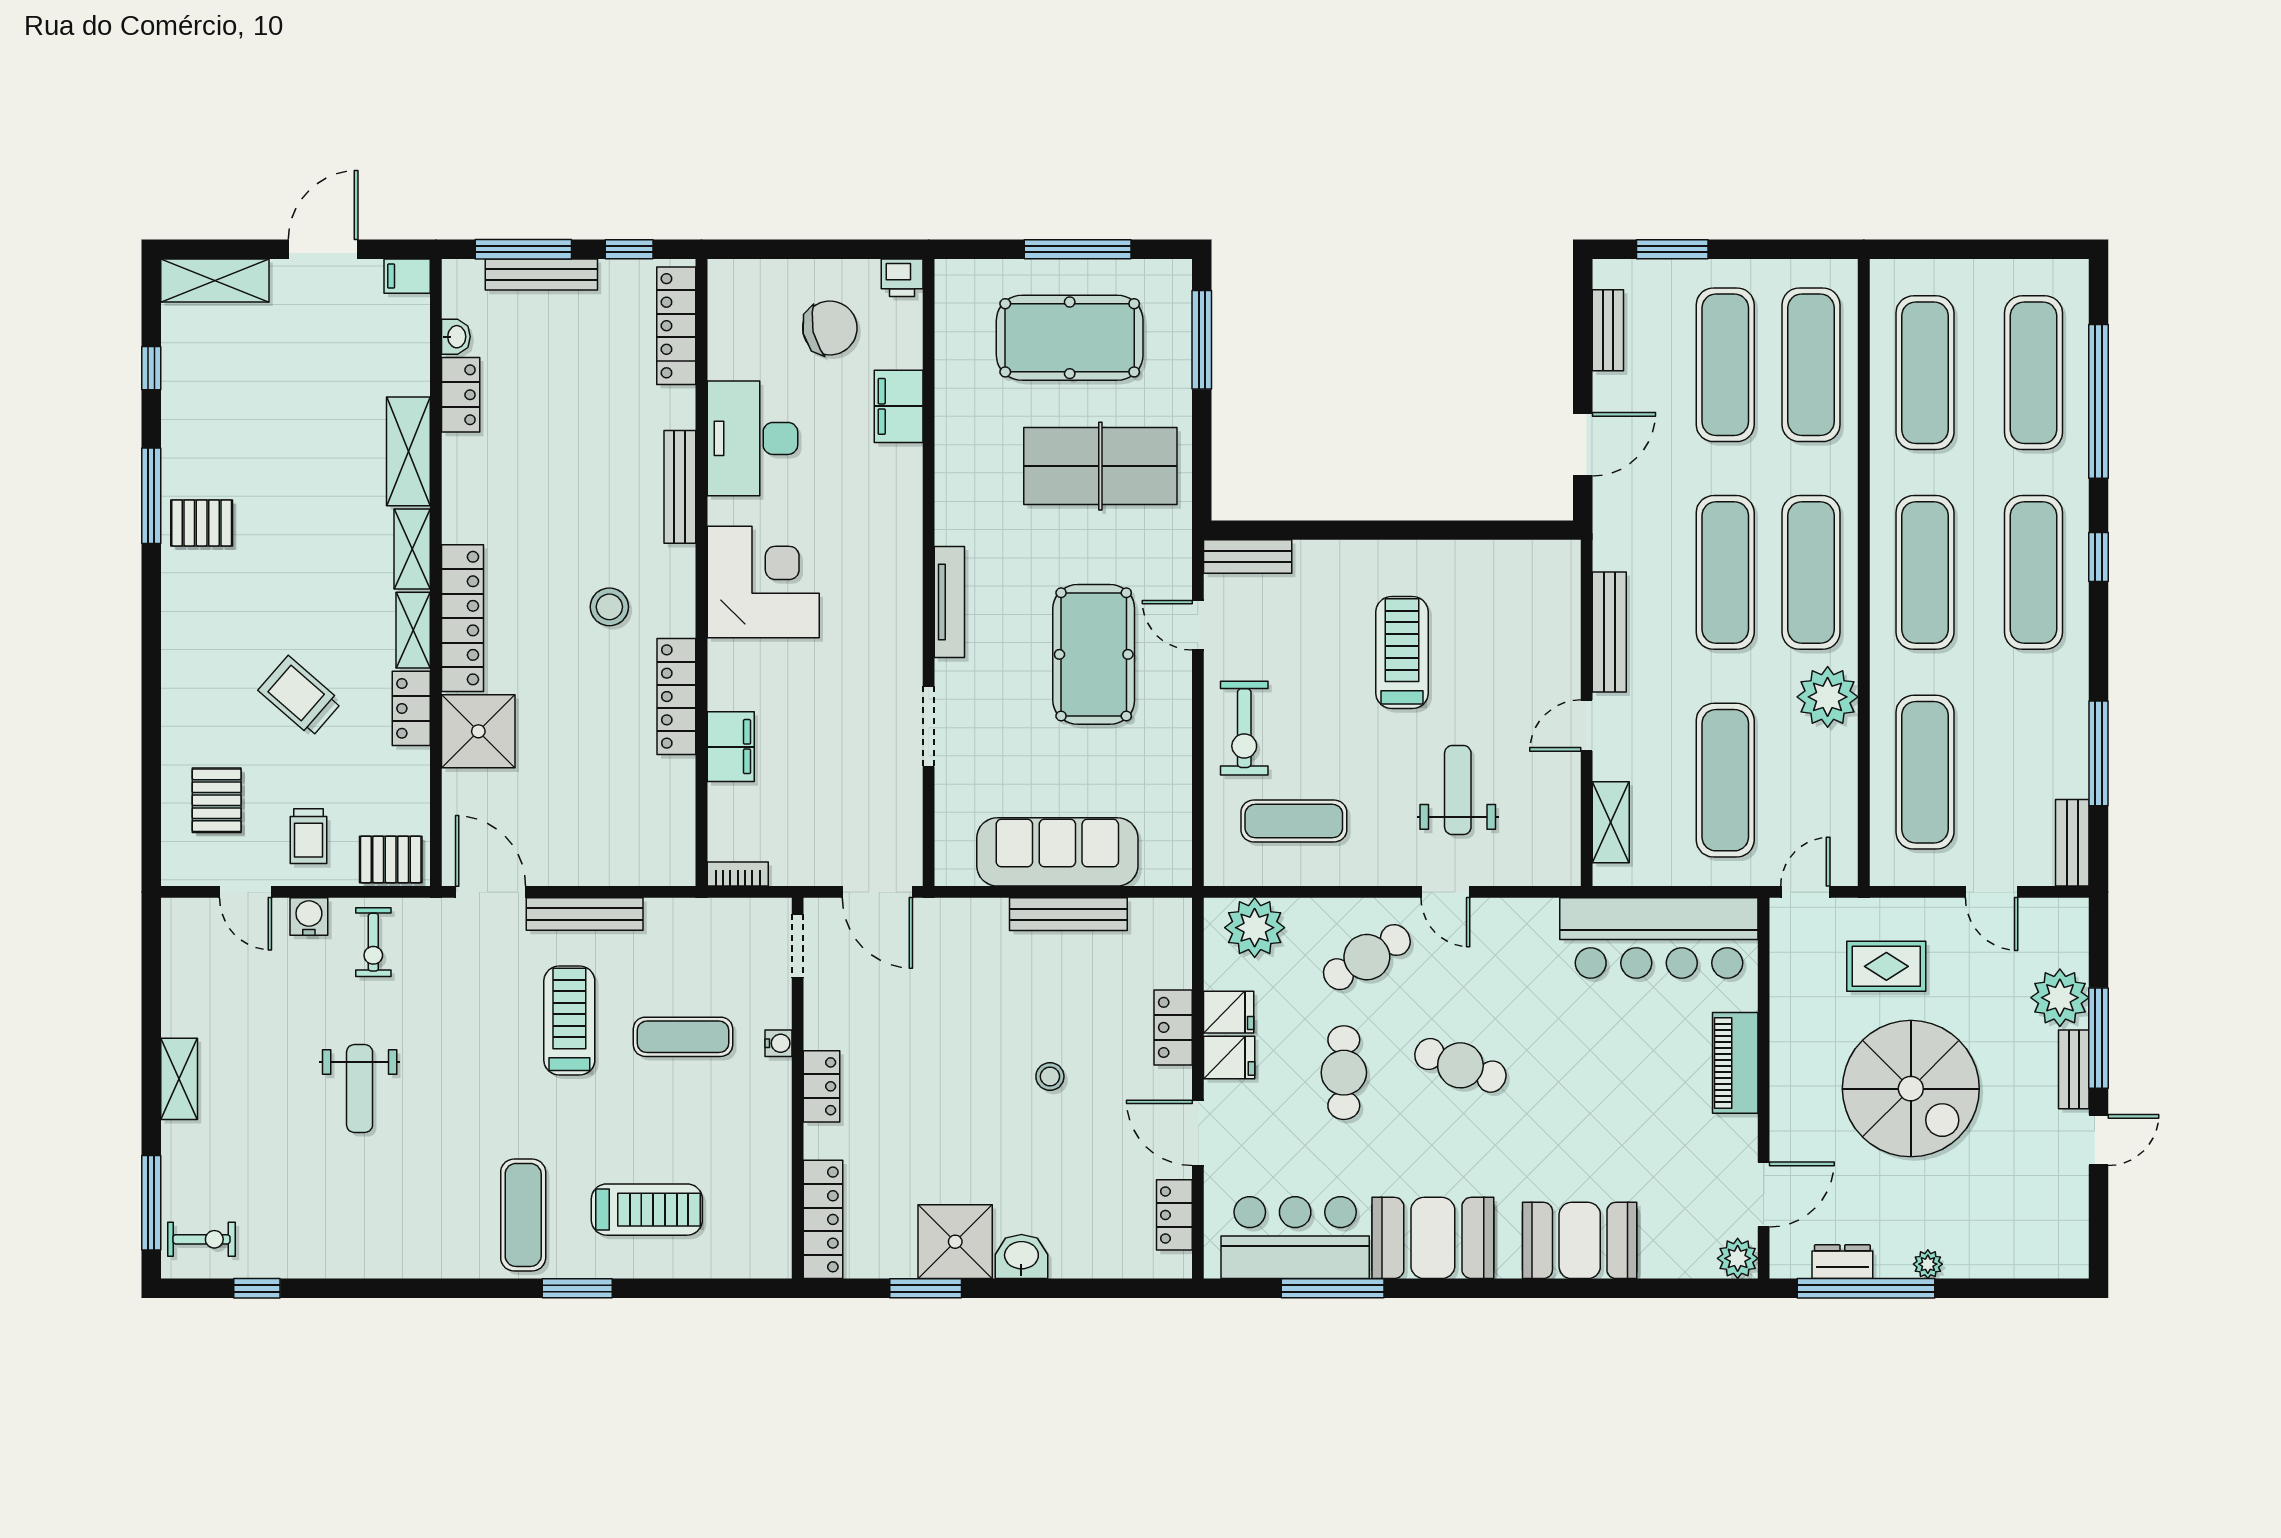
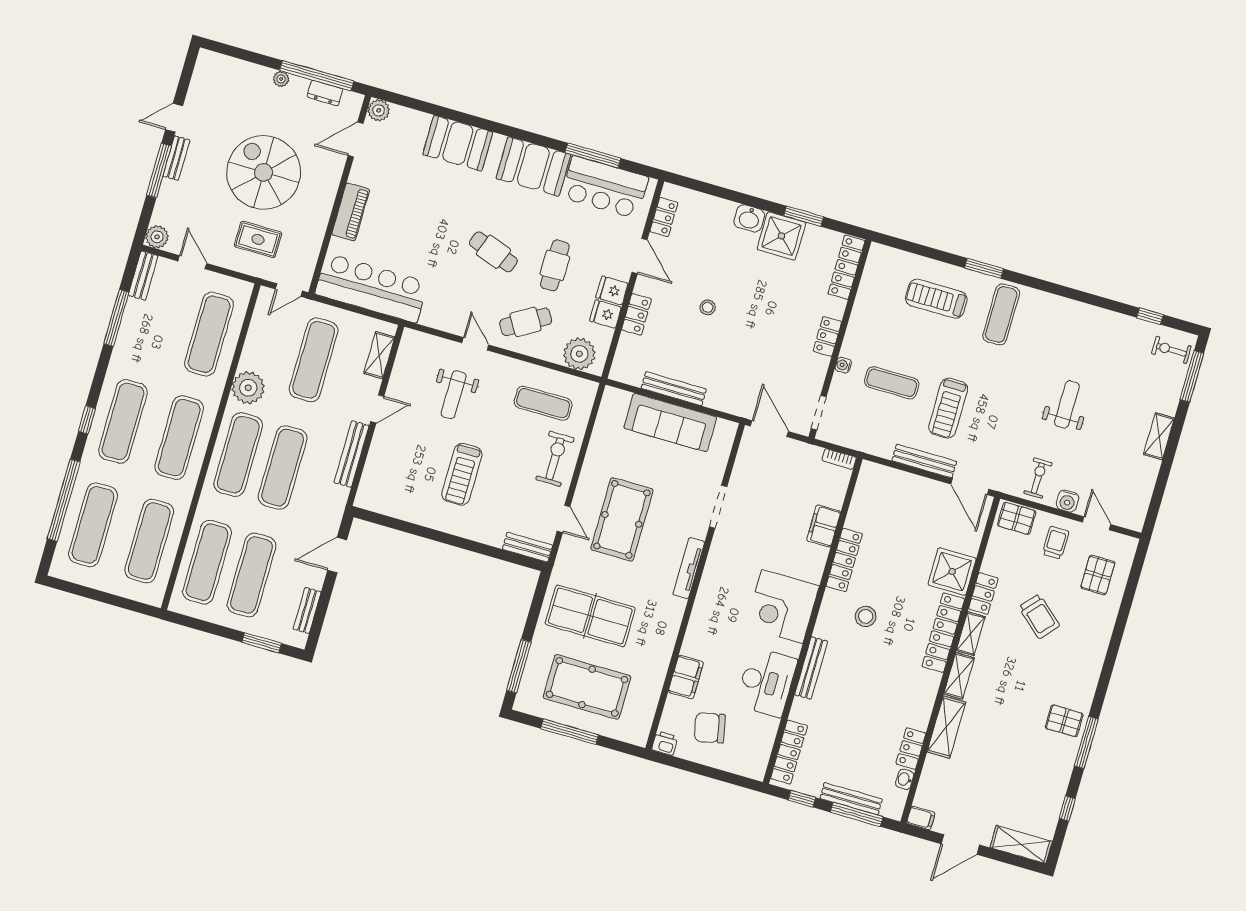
plant: (2060, 998) -> (157, 237), moved, width x0.73, depth x0.73

